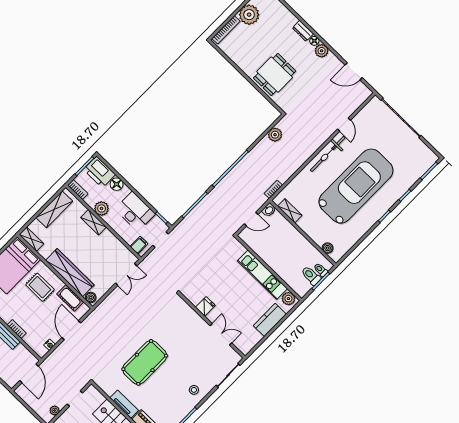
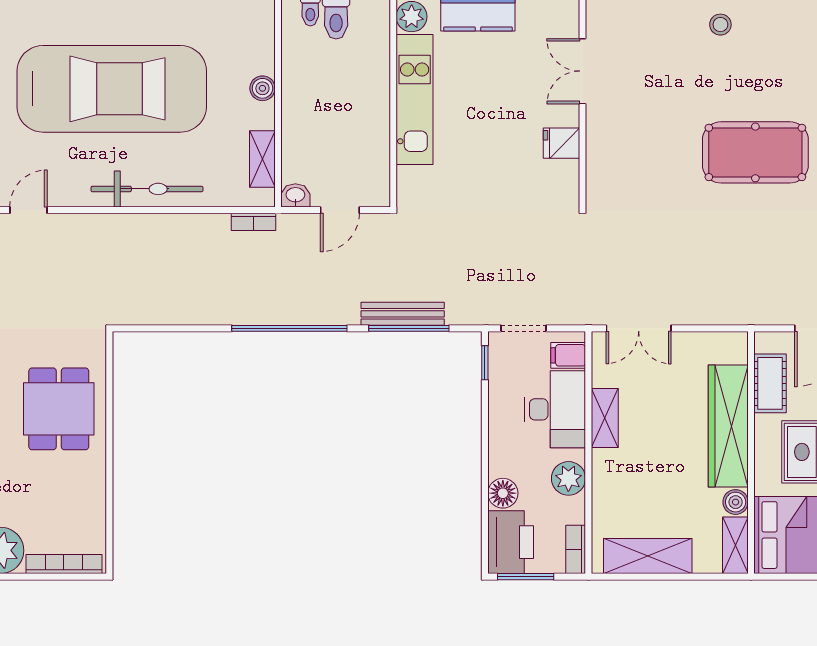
dining table: (275, 75) -> (59, 409), turned 90
plant: (275, 135) -> (159, 309), removed
bicycle: (328, 154) -> (147, 189), moved
car: (356, 186) -> (112, 89), turned 180
bench: (201, 207) -> (403, 314), added
desk: (135, 211) -> (555, 409), moved, turned 180
door: (251, 219) -> (340, 210), swing flipped
shelving: (94, 222) -> (605, 418), moved
boiler: (328, 248) -> (262, 88), moved
double door: (126, 275) -> (639, 328), swing flipped
boiler: (91, 297) -> (736, 502), moved

